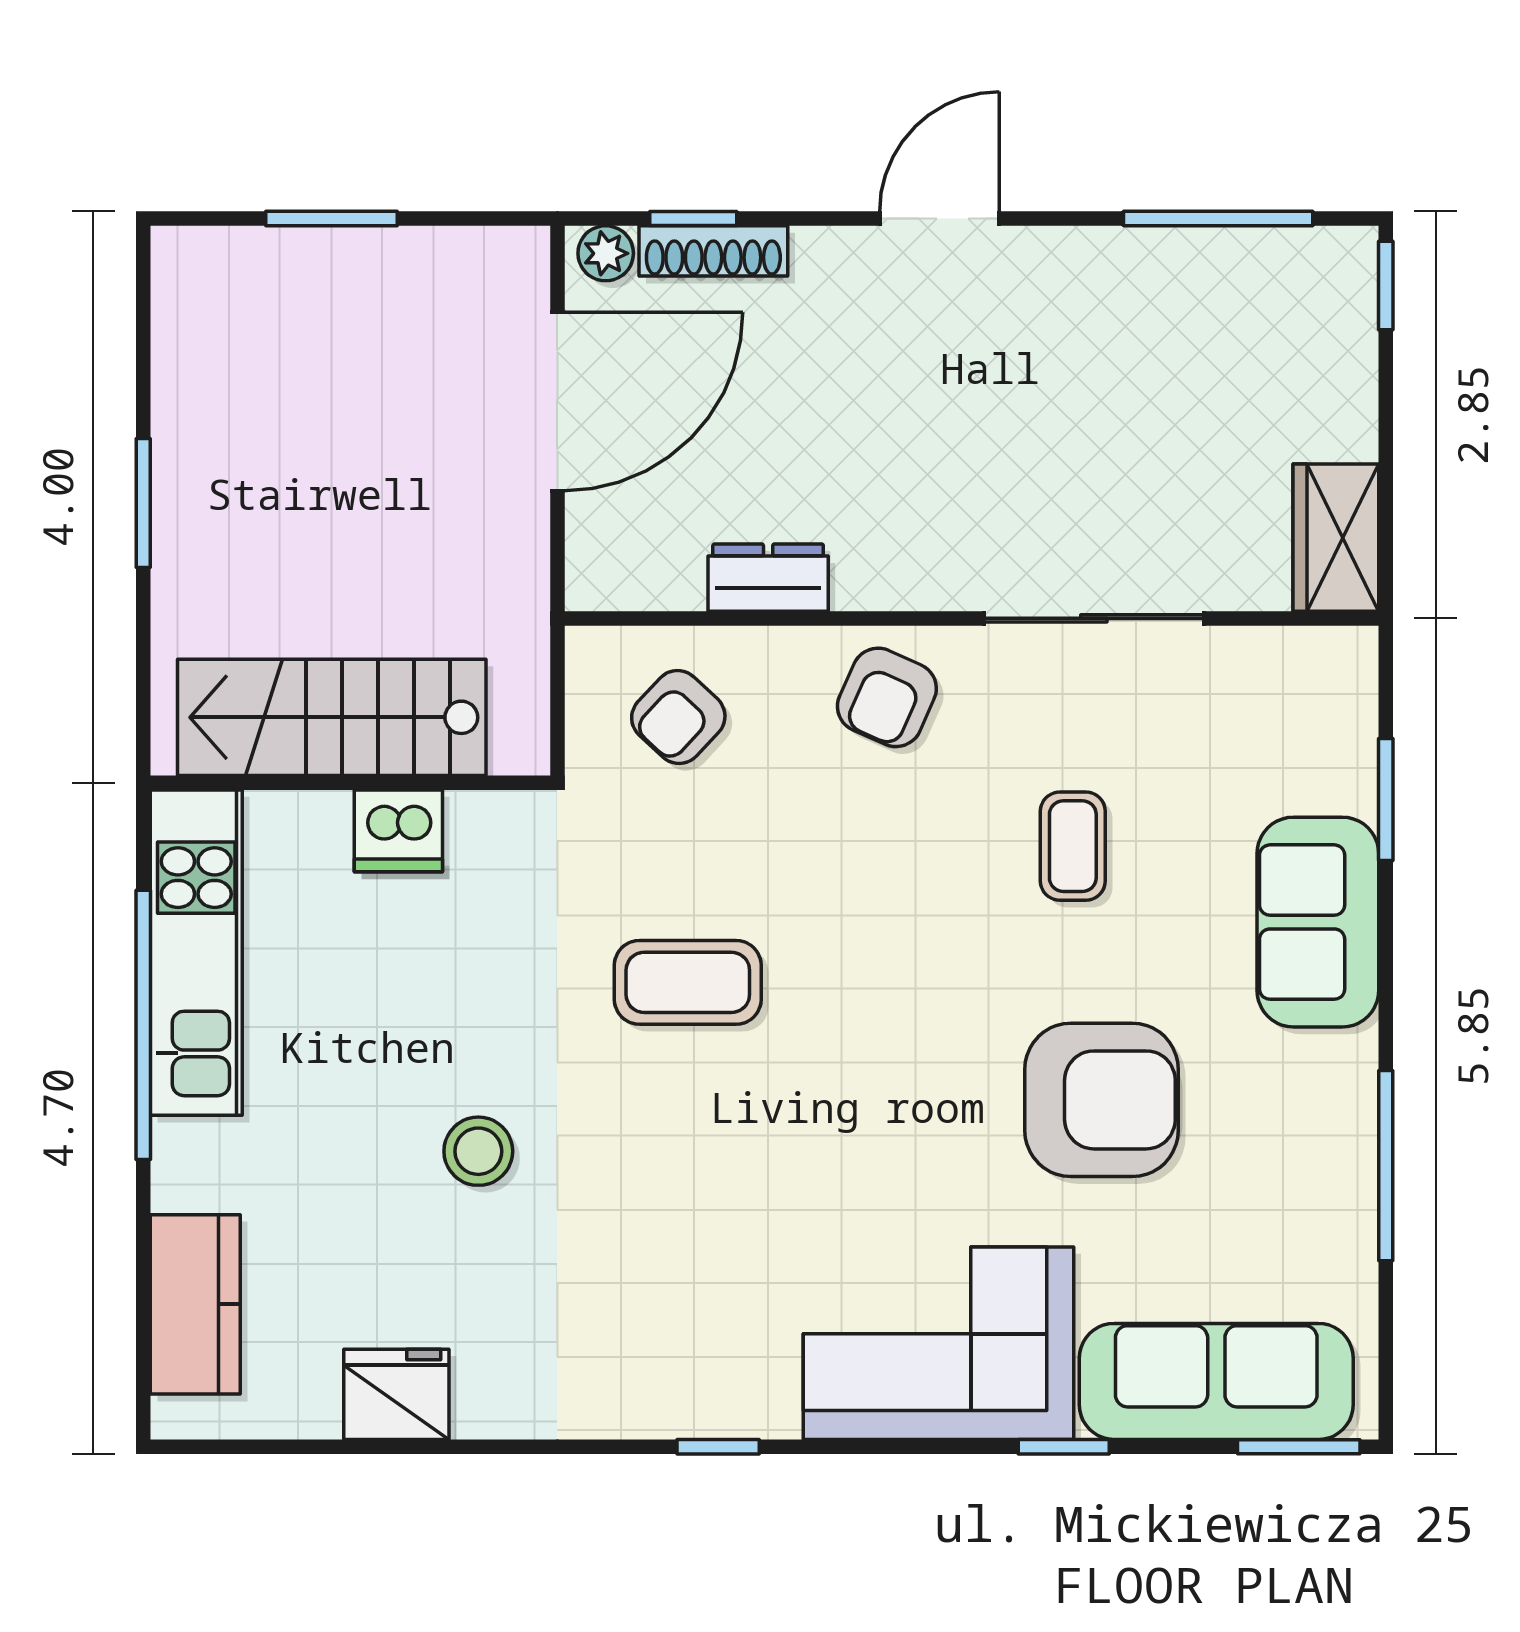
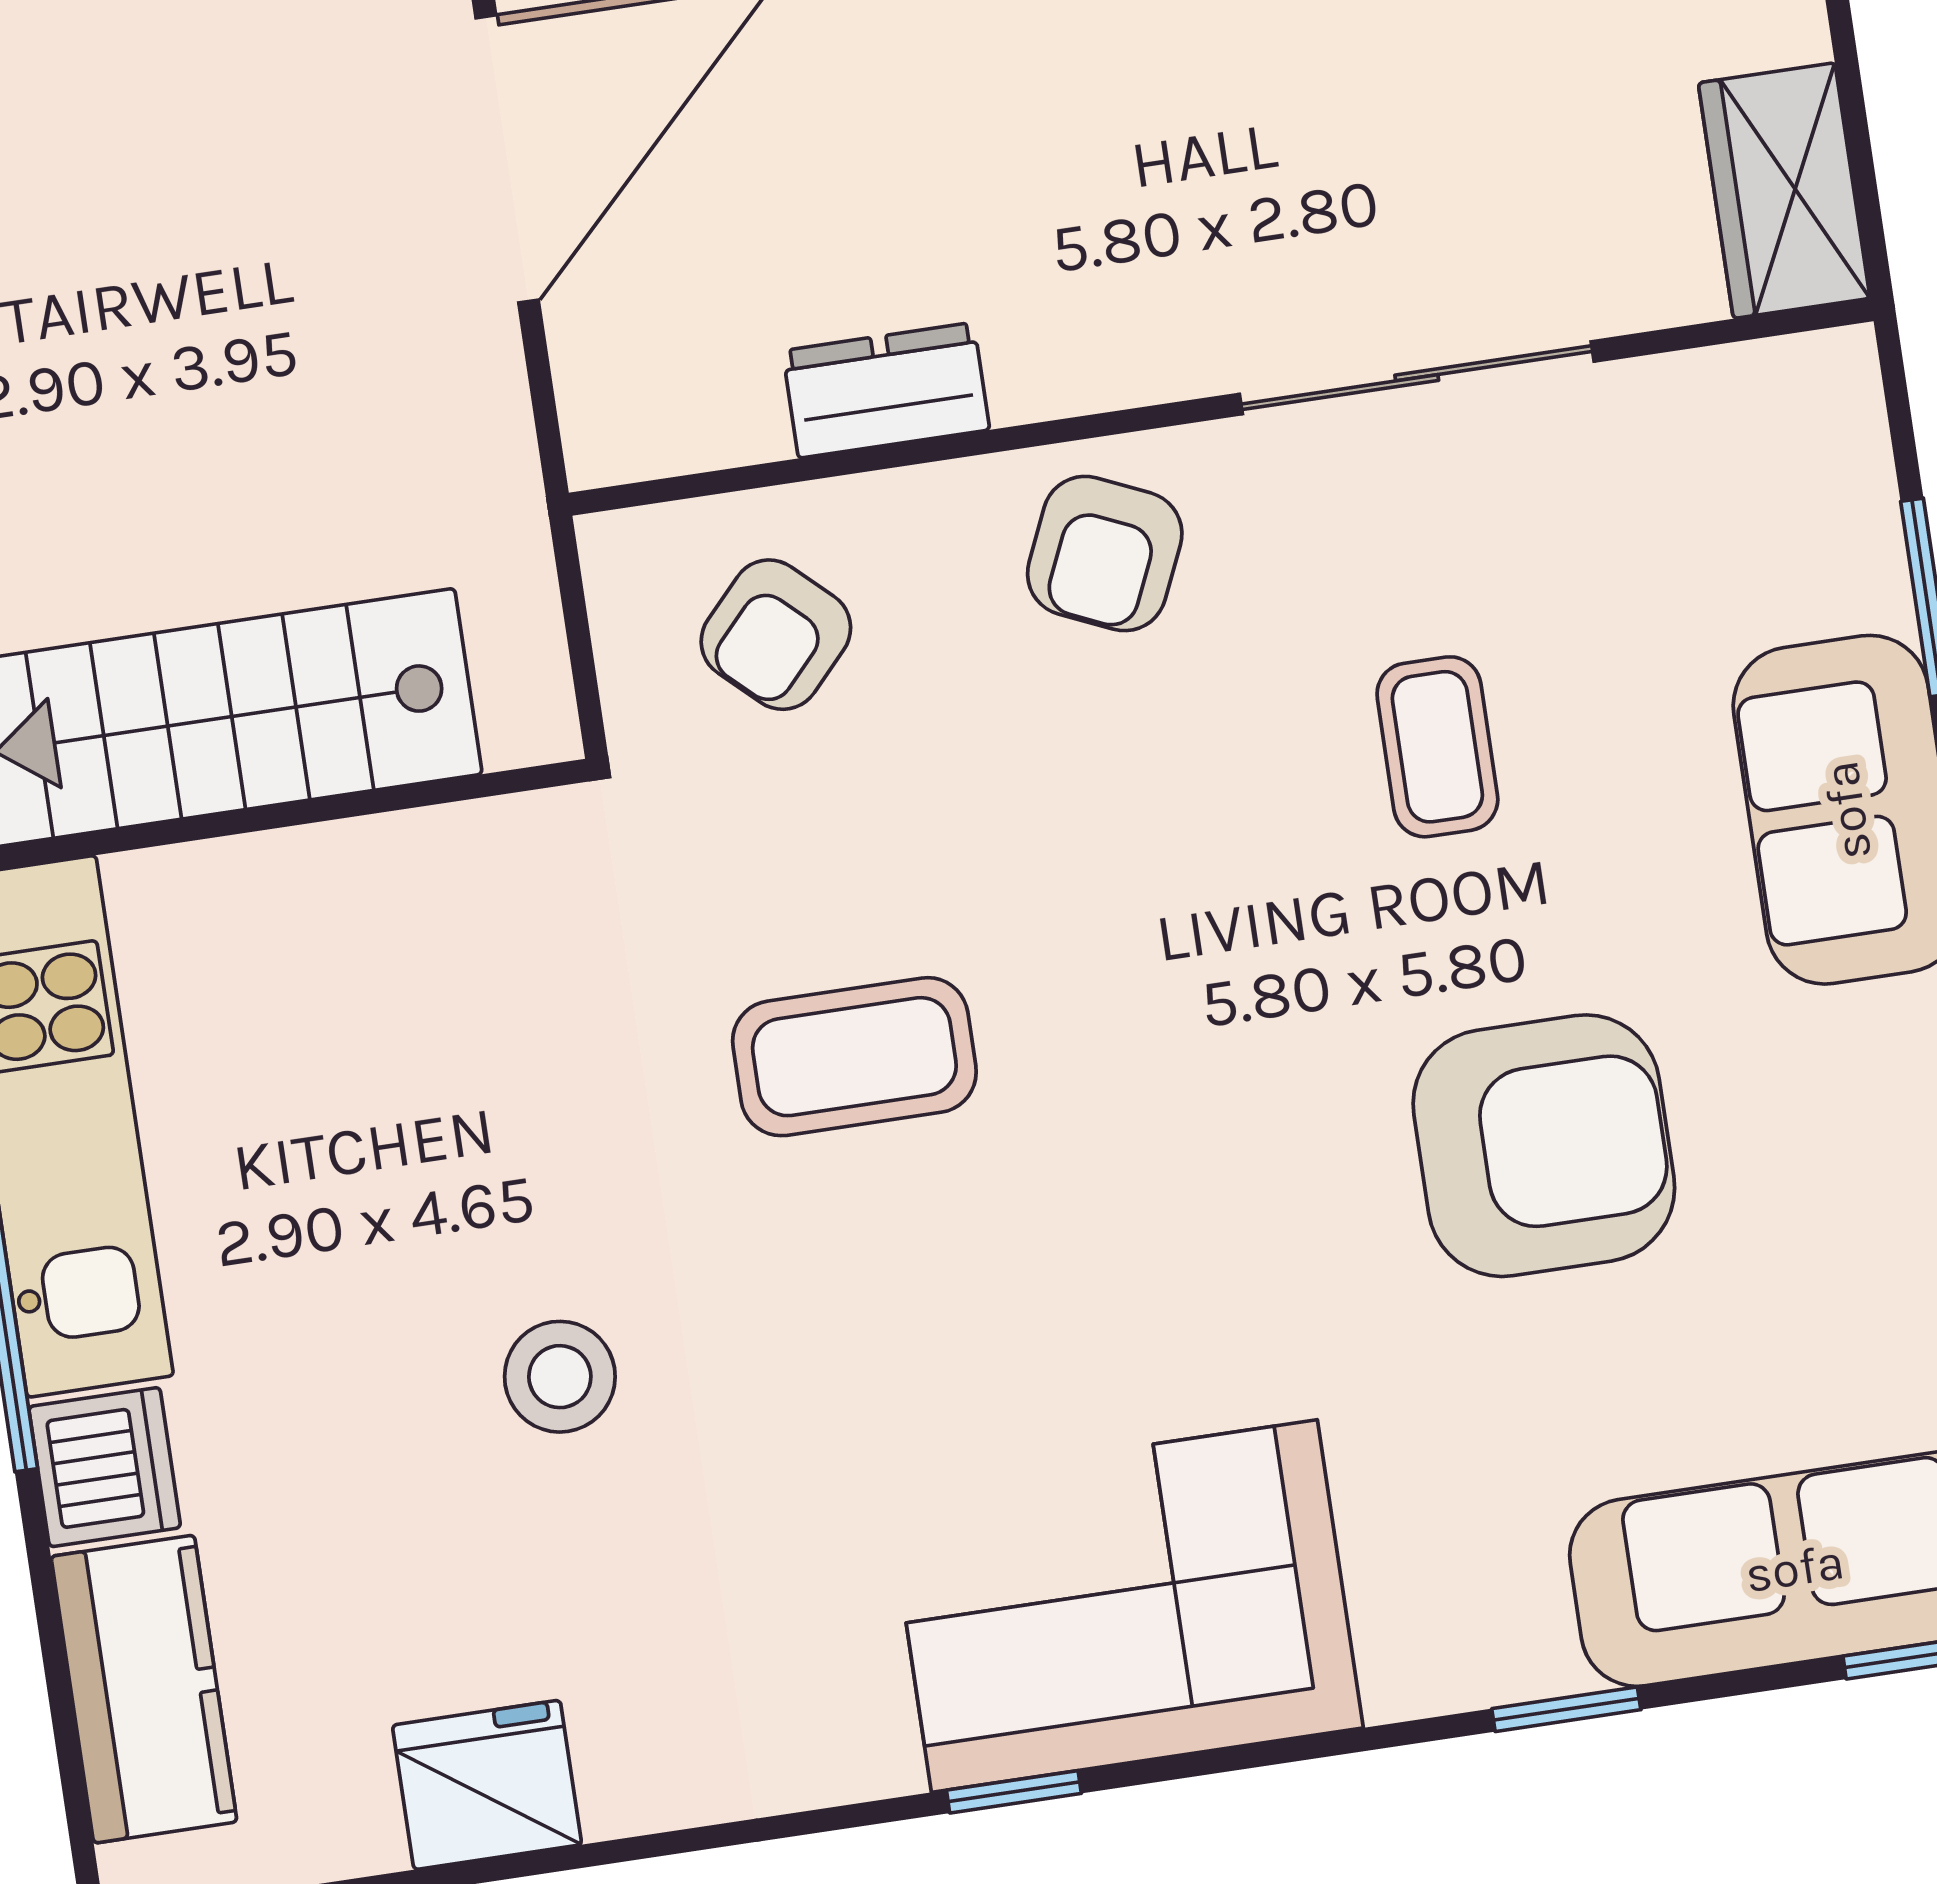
dishwasher: (398, 831) -> (105, 1467), moved, turned -90
corner sofa: (939, 1343) -> (1124, 1606), moved

